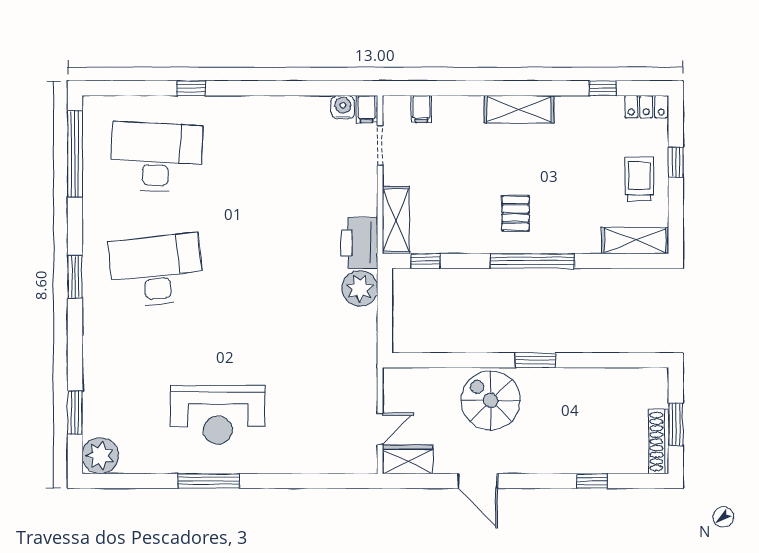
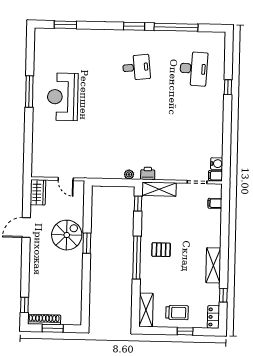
shelving: (519, 109) -> (213, 265), moved
window: (75, 154) -> (176, 27), moved
desk: (156, 157) -> (194, 69), width x0.73, depth x0.77
printer: (359, 243) -> (148, 173), width x0.53, depth x0.68
desk: (156, 270) -> (136, 67), width x0.53, depth x0.77
plant: (360, 288) -> (129, 174), width x0.53, depth x0.53
window: (535, 360) -> (87, 243), moved
door: (380, 429) -> (66, 179), moved
plant: (100, 456) -> (43, 37), removed
window: (592, 481) -> (24, 305), moved

